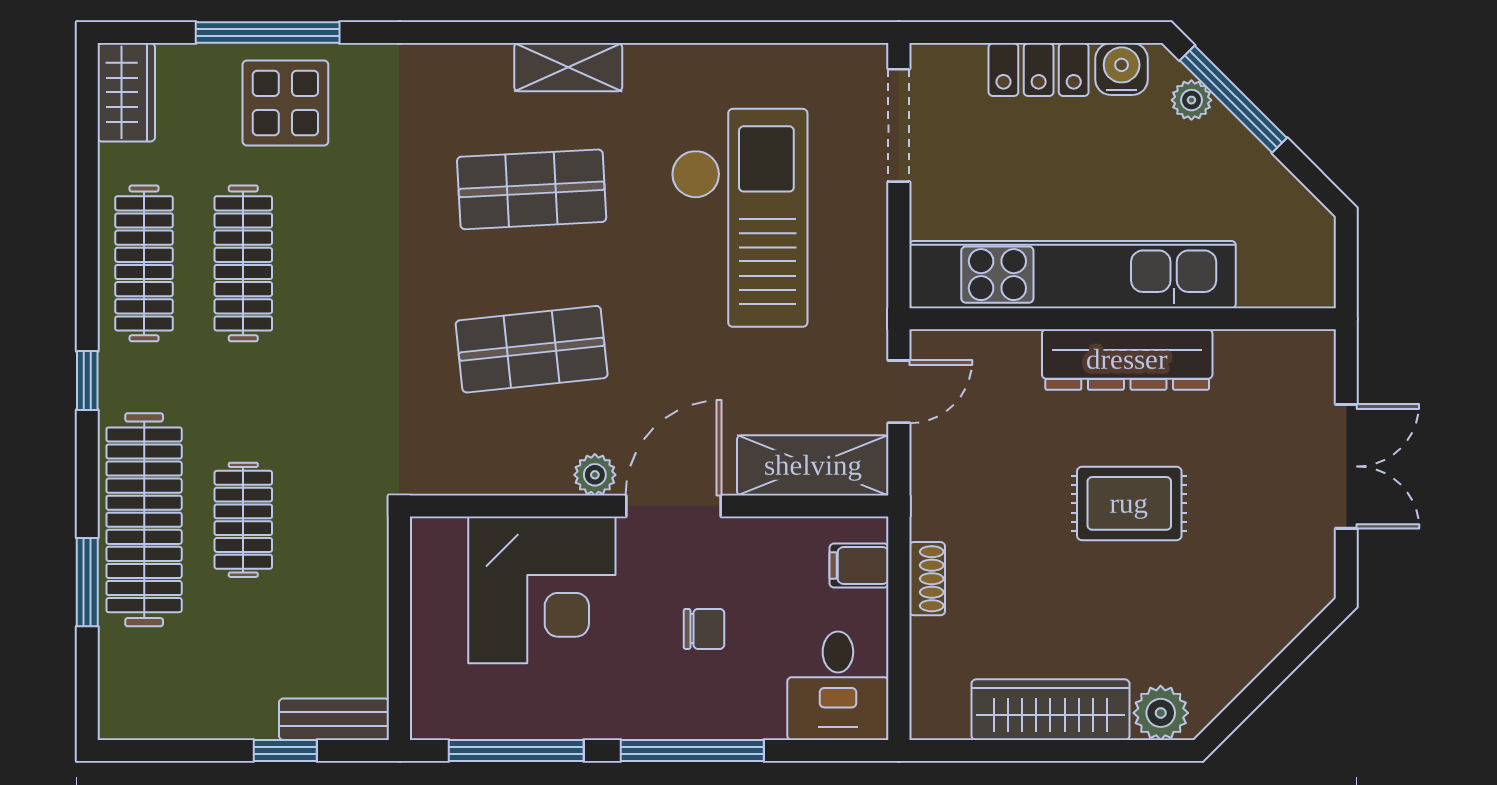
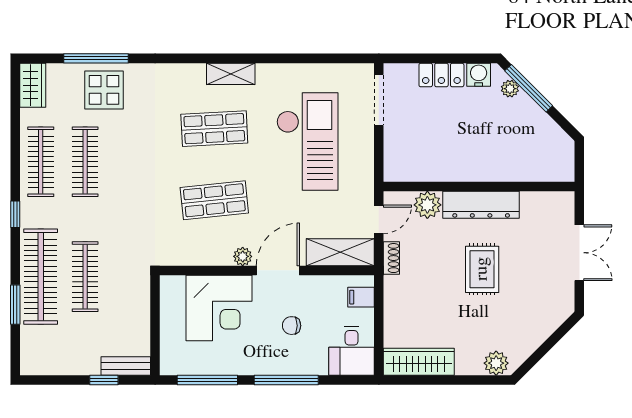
kitchen unit: (1072, 275) -> (457, 167), removed
plant: (1007, 360) -> (427, 205), added
rug: (1129, 503) -> (482, 269), turned 90
clothes rail: (243, 520) -> (85, 277), width x1.36
shoe rack: (927, 579) -> (391, 258), moved
chair: (704, 629) -> (292, 326), turned 180
wardrobe: (1050, 710) -> (419, 362), moved

